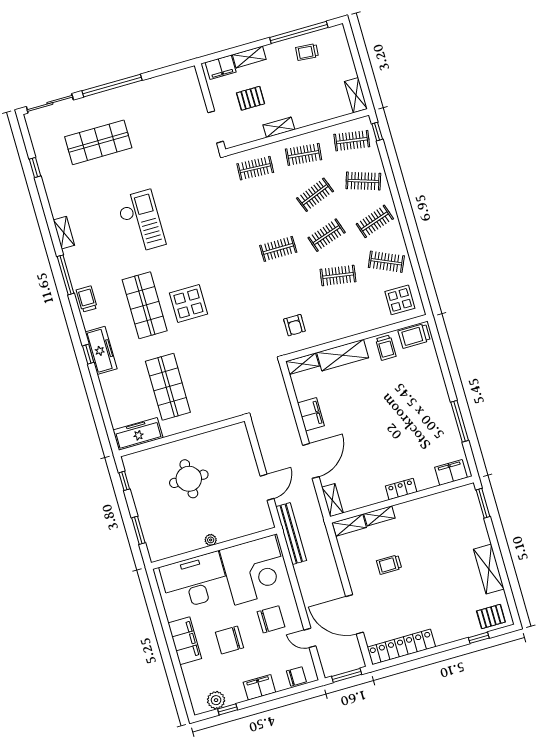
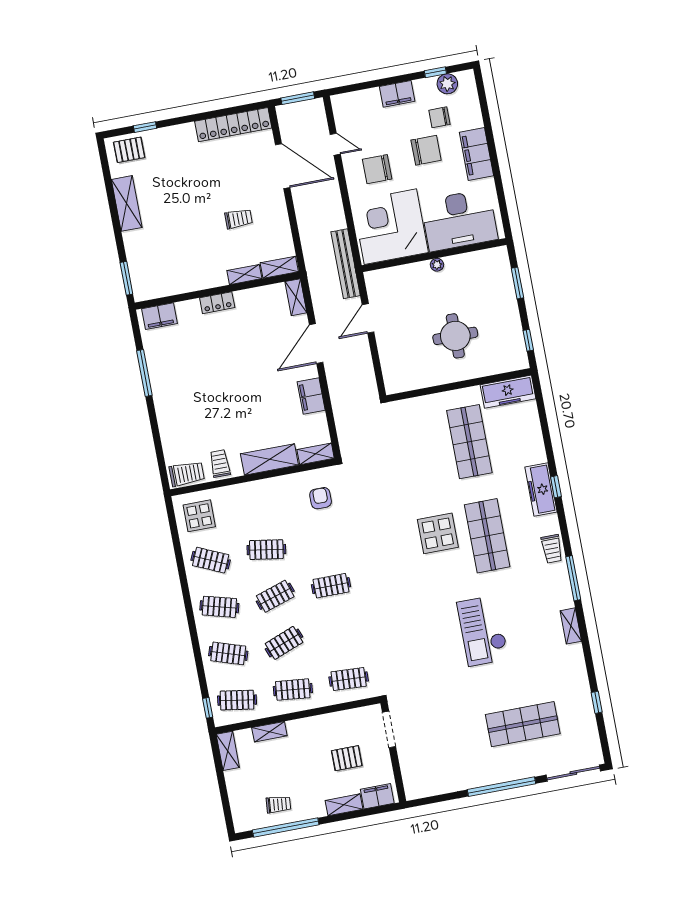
shelving: (279, 127) -> (269, 732), moved
clothes rail: (375, 221) -> (219, 607), turned 33
chair: (296, 676) -> (439, 117), moved

